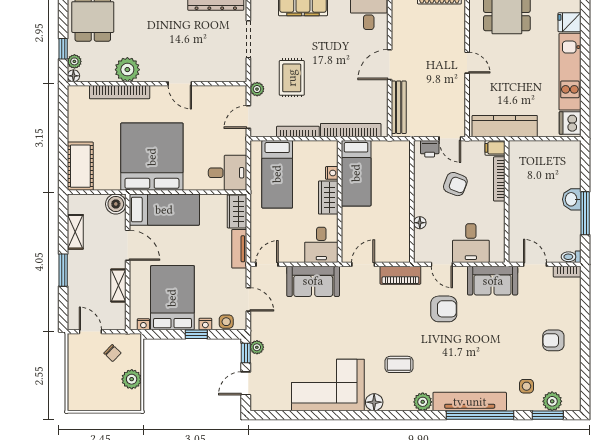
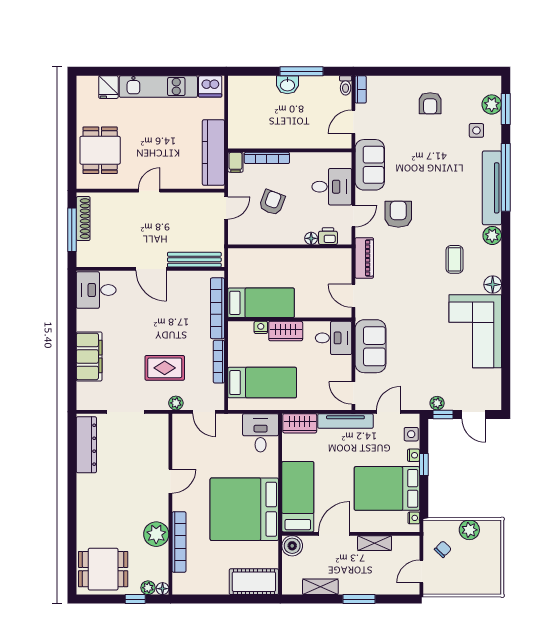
printer: (430, 149) -> (328, 236), moved, turned -90
tv unit: (239, 249) -> (345, 421), width x1.41

